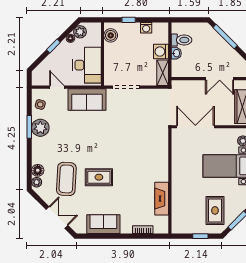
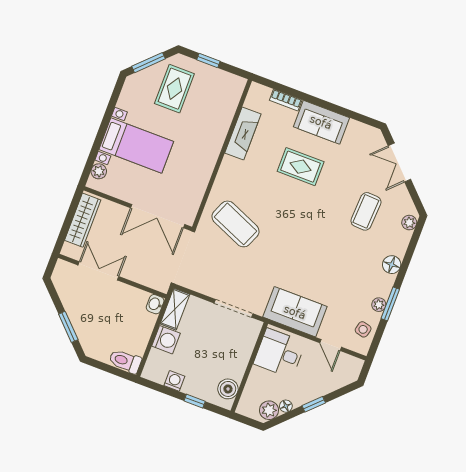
window: (225, 36) -> (68, 327), width x0.69
toilet: (181, 40) -> (125, 361), moved
washbasin: (176, 53) -> (155, 304), moved
desk: (87, 65) -> (279, 353), width x0.73
plant: (40, 128) -> (379, 305), width x0.53, depth x0.53
coffee table: (145, 140) -> (236, 224), added
floor lamp: (38, 170) -> (392, 265), moved
rug: (99, 177) -> (301, 167), moved
coffee table: (66, 179) -> (366, 211), width x0.73, depth x0.76
sofa: (103, 224) -> (321, 122), moved

